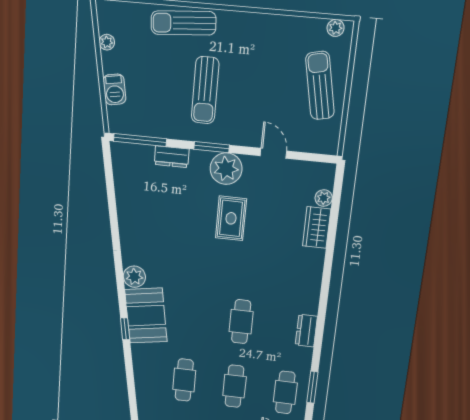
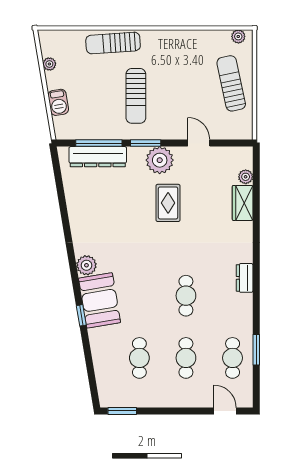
window: (140, 140) -> (99, 143), moved
dresser: (172, 157) -> (98, 157), width x1.96, depth x1.24
dresser: (306, 331) -> (245, 278), moved

